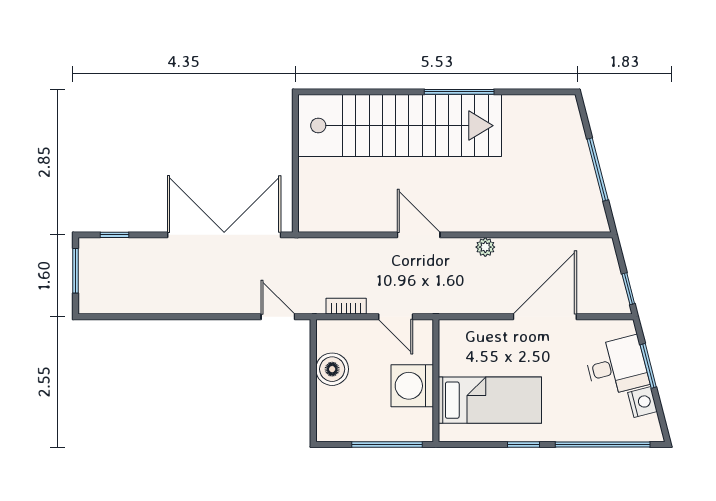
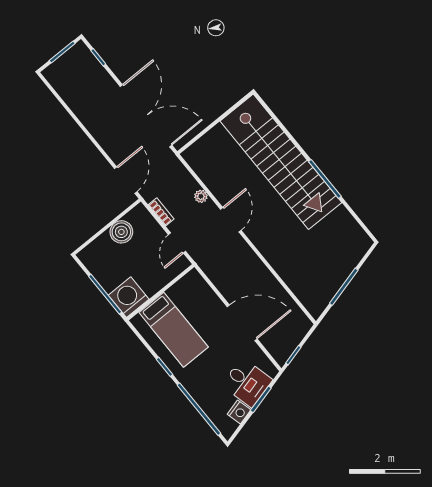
plant: (485, 247) -> (201, 196), moved
door: (278, 317) -> (126, 180), width x1.38
washing machine: (412, 386) -> (129, 297), moved

